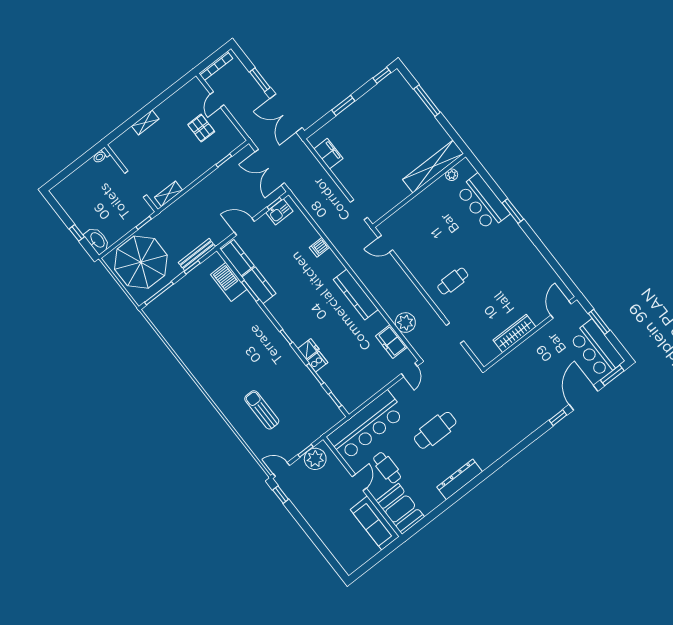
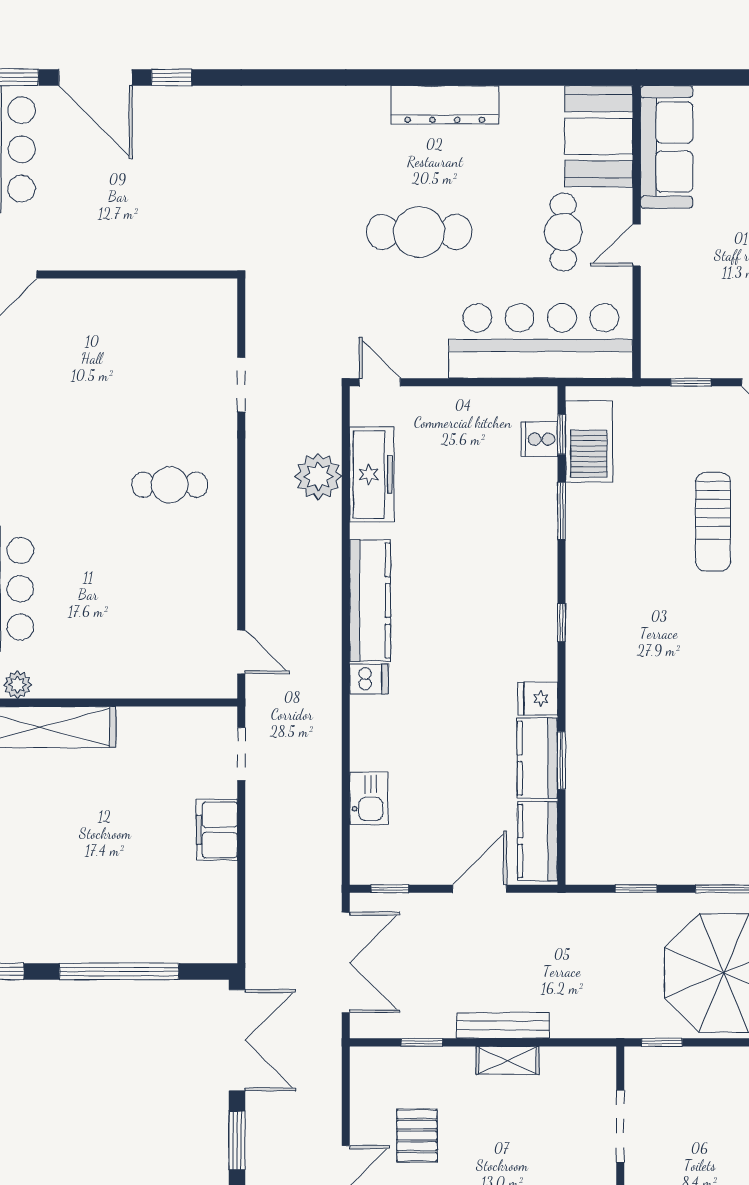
window: (343, 105) -> (119, 971), width x2.11
filing cabinet: (328, 154) -> (217, 830), moved
shelving: (169, 194) -> (508, 1060), moved
kitchen sink: (279, 212) -> (369, 798), moved, turned 90
door: (244, 227) -> (480, 889), swing flipped
dishwasher: (320, 247) -> (369, 679), moved
bench: (197, 255) -> (503, 1025), moved
barbecue: (229, 282) -> (589, 441), moved
wardrobe: (514, 333) -> (131, 298), removed
freezer: (392, 342) -> (372, 474), width x1.40
fridge: (308, 349) -> (538, 699), moved
cooker: (317, 362) -> (539, 439), moved
door: (409, 370) -> (380, 382), hinge flipped
door: (583, 398) -> (95, 77), hinge flipped
plant: (315, 459) -> (684, 353), removed

